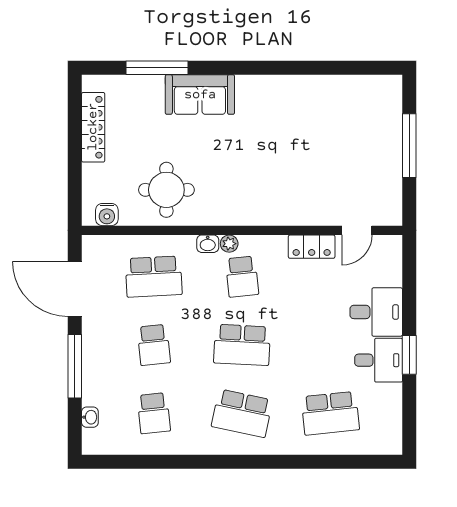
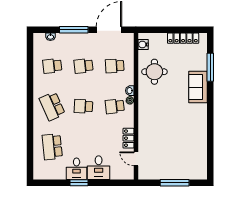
school desk: (154, 277) -> (115, 66), width x0.54
school desk: (242, 345) -> (84, 106), width x0.54
school desk: (242, 413) -> (52, 106), turned -36

